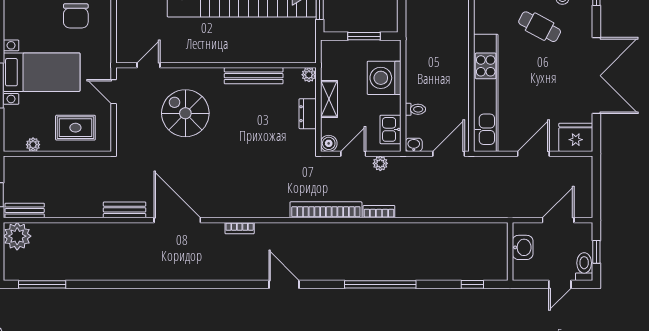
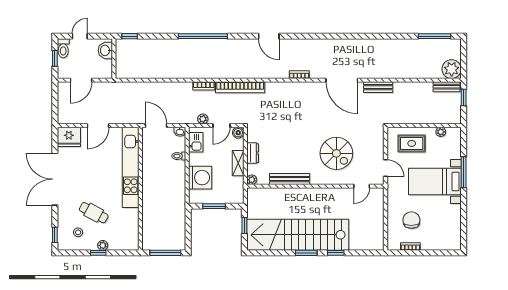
door: (449, 154) -> (156, 126), swing flipped
washbasin: (523, 247) -> (105, 50), moved
window: (472, 284) -> (130, 36), moved

